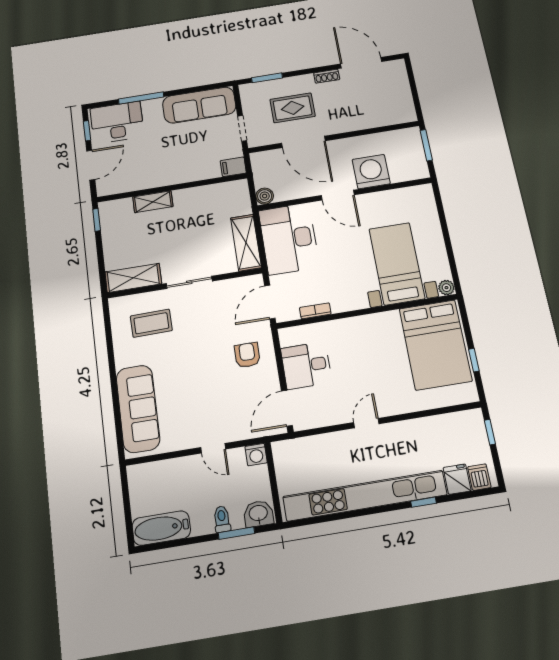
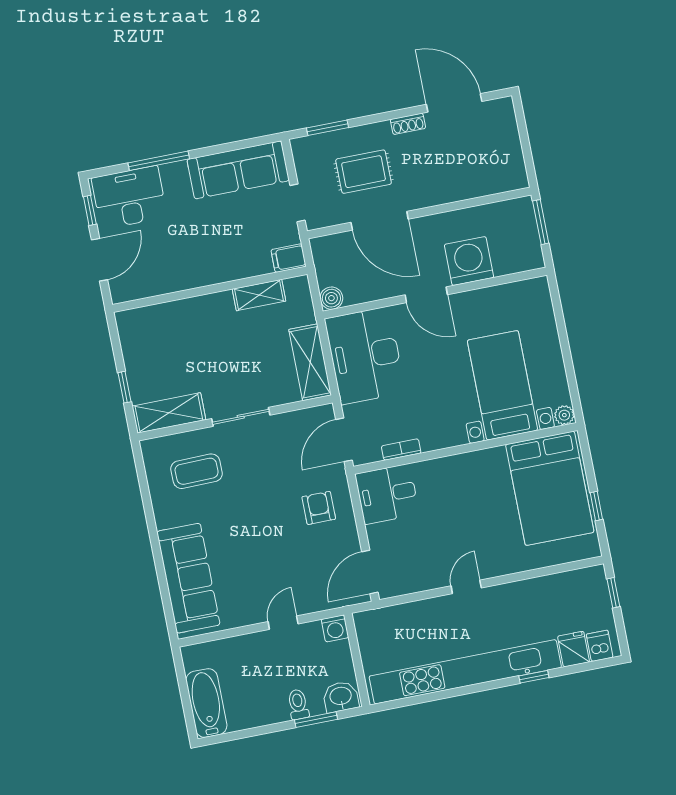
shelving: (153, 202) -> (259, 295), moved
window: (96, 220) -> (125, 387), moved
desk: (306, 365) -> (387, 494), moved
door: (213, 448) -> (283, 623), swing flipped
bathtub: (161, 528) -> (206, 703), moved, turned 90

